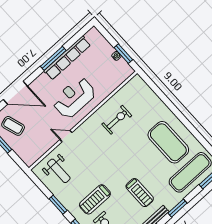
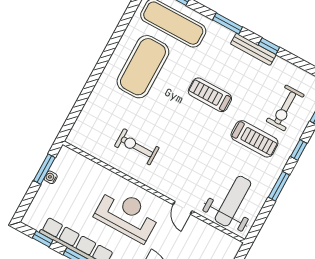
window: (78, 36) -> (43, 239), added
reception desk: (74, 98) -> (127, 215), turned 180
weight bench: (59, 171) -> (233, 201), width x1.36, depth x1.33
treadmill: (140, 193) -> (210, 95), moved, turned -90

